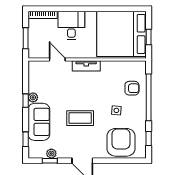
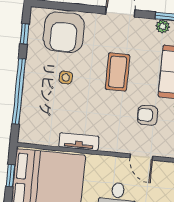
tv unit: (86, 66) -> (79, 142), moved
armchair: (132, 88) -> (148, 115), moved
coffee table: (80, 118) -> (117, 72), turned 90

